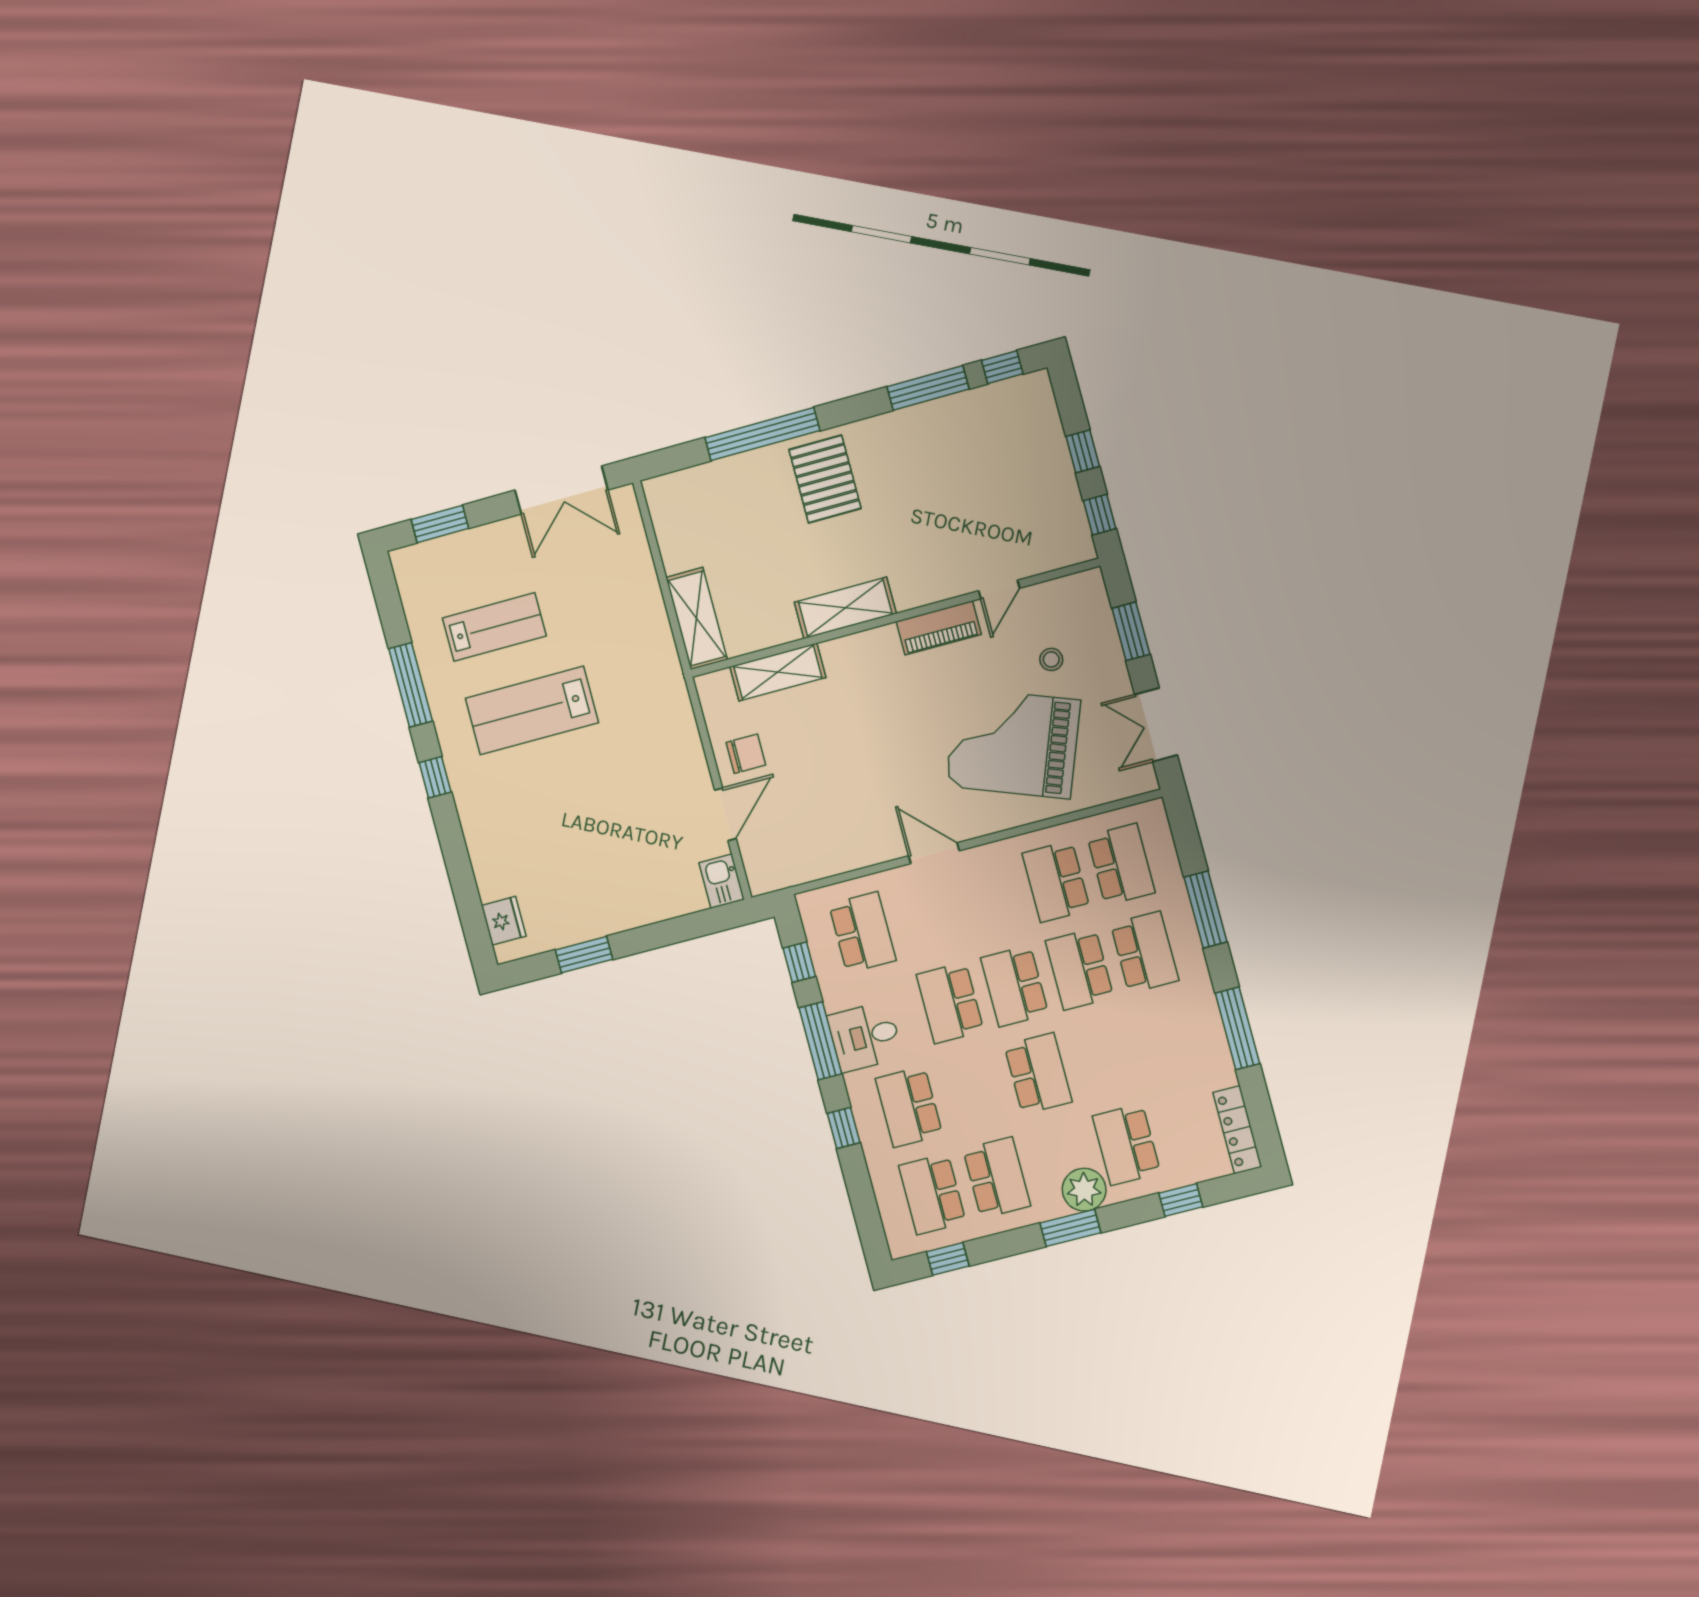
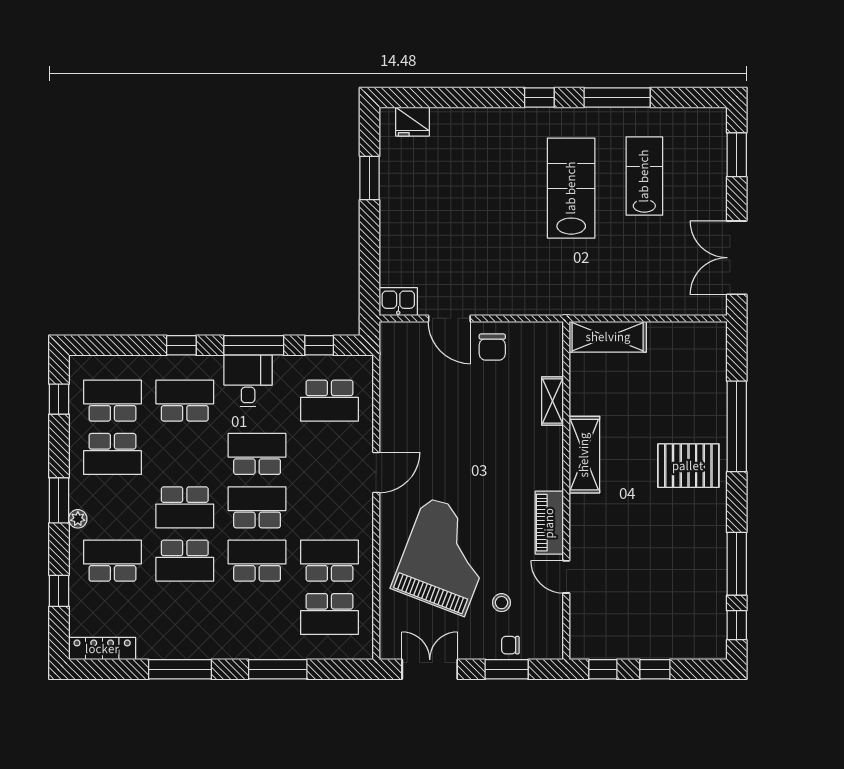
lab bench: (494, 627) -> (644, 176), turned 180
chair: (1100, 635) -> (510, 645), added
shelving: (778, 672) -> (553, 401), width x0.67, depth x0.75
school desk: (1145, 952) -> (185, 561), moved
plant: (1084, 1190) -> (78, 519), width x0.53, depth x0.53

